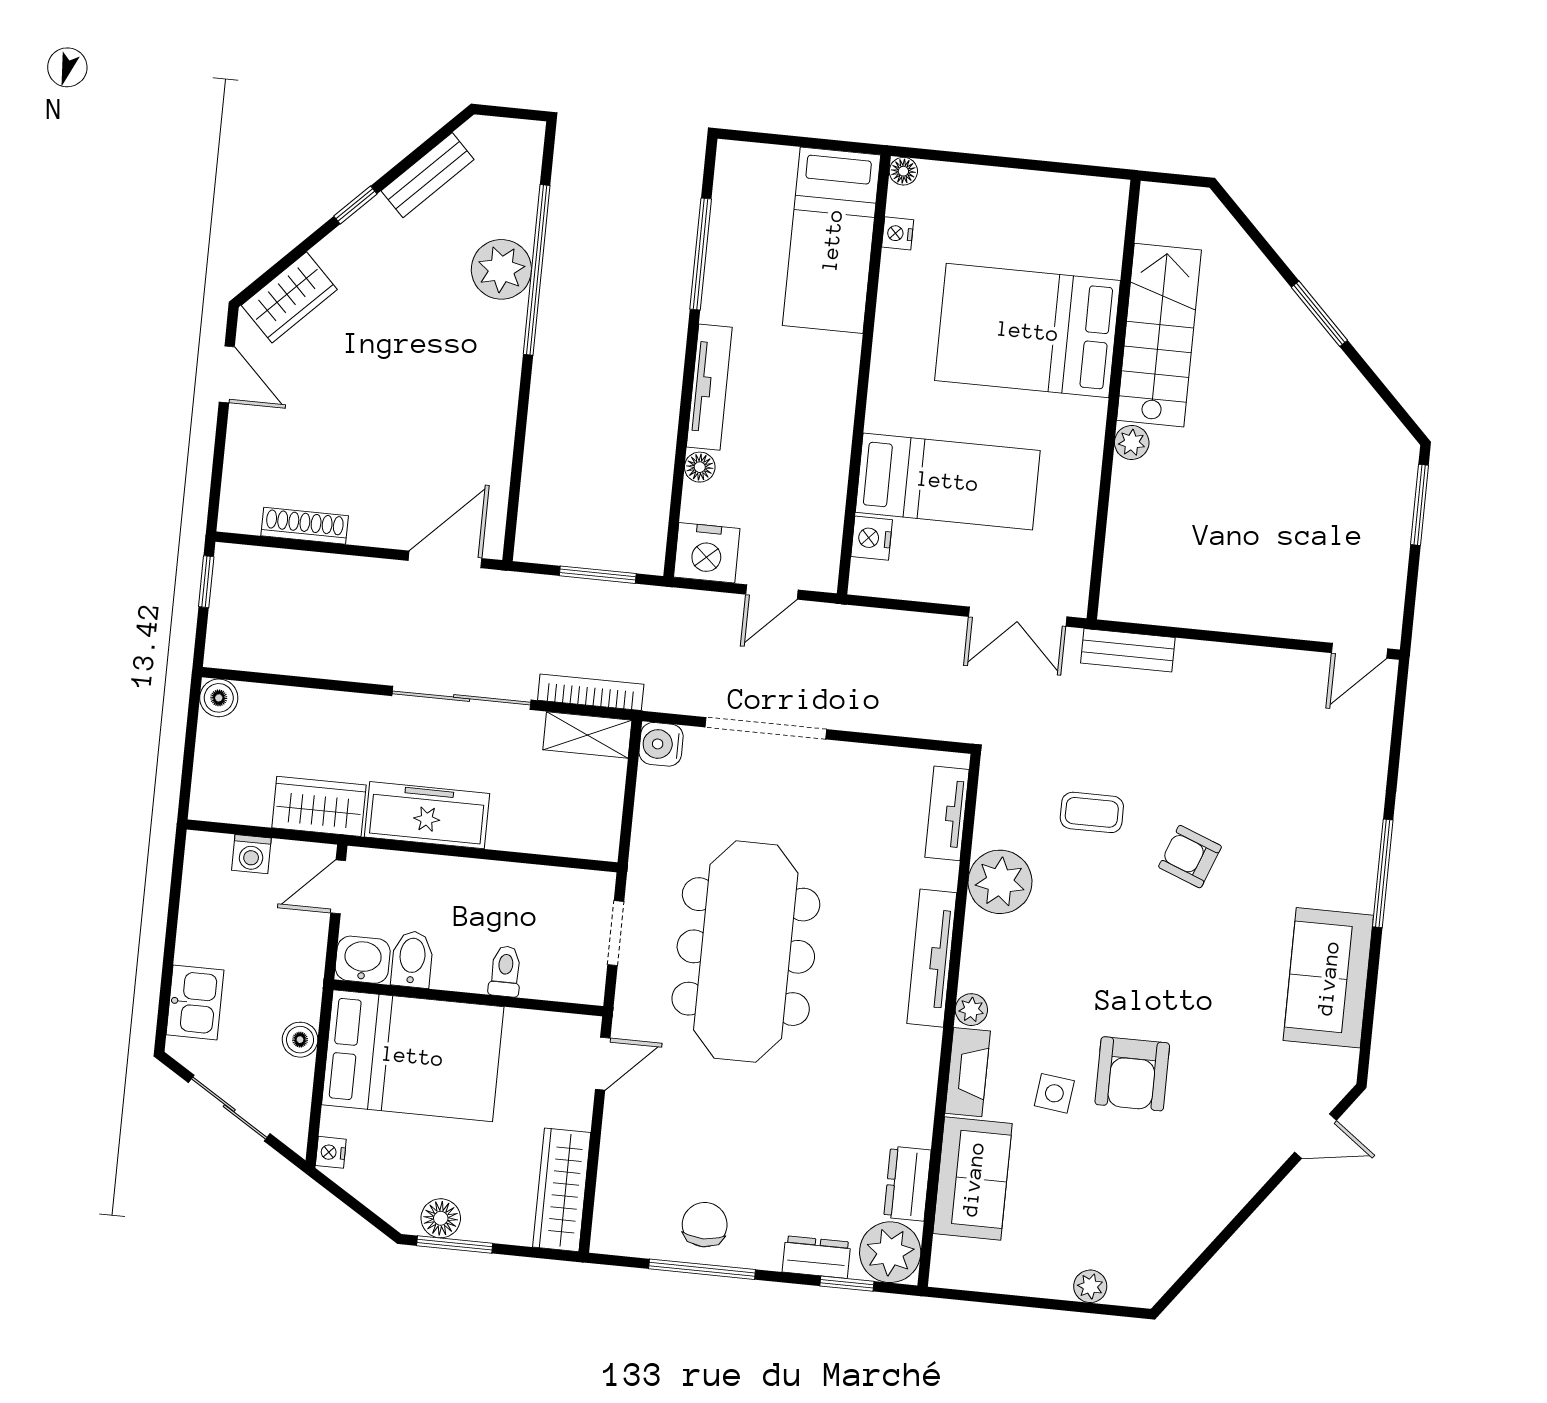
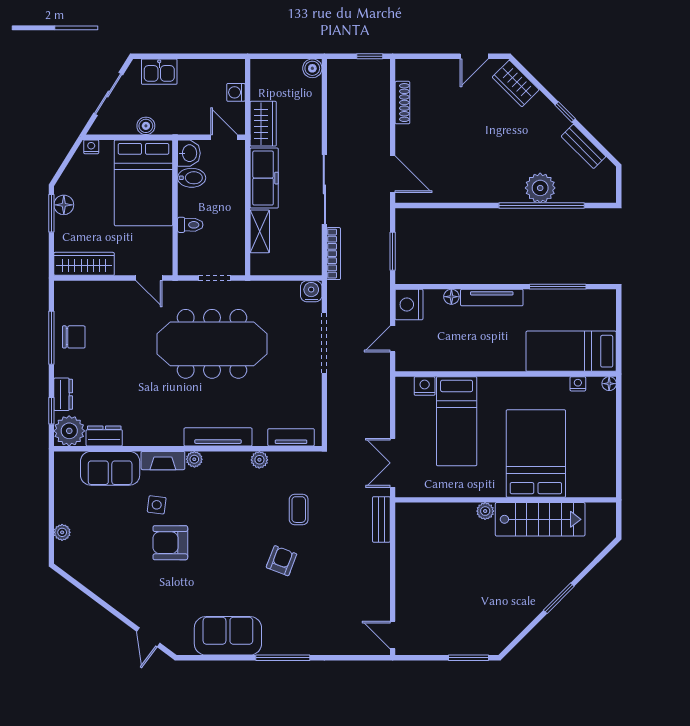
door: (772, 592) -> (393, 339), hinge flipped
shelving: (587, 735) -> (260, 231), moved
plant: (1000, 882) -> (259, 460), width x0.53, depth x0.53

